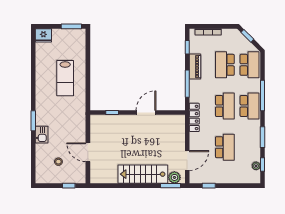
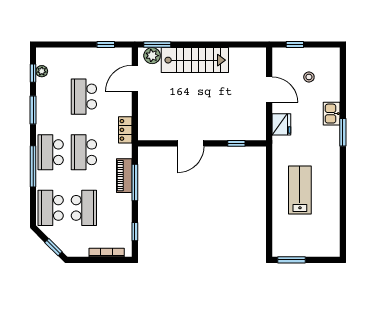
fridge: (43, 35) -> (281, 124), moved, turned 90
piano: (195, 67) -> (124, 176), moved
locker: (194, 117) -> (125, 130), width x0.66

